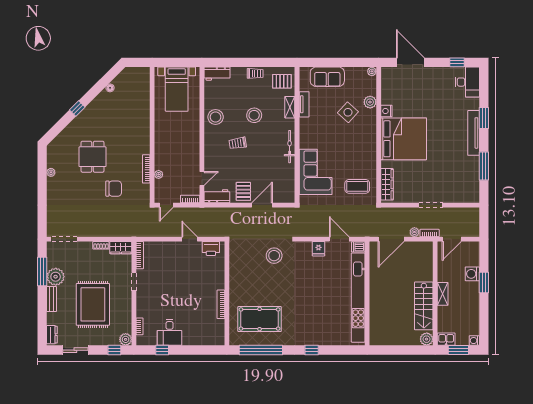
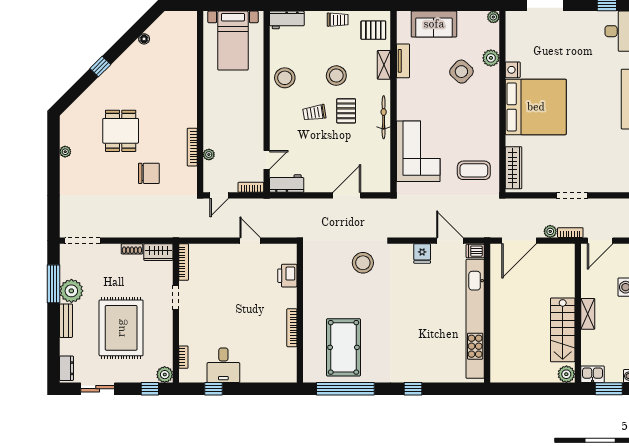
pallet: (243, 191) -> (346, 111), moved
printer: (211, 248) -> (287, 276), moved, turned 90
pool table: (260, 319) -> (343, 347), turned 90

